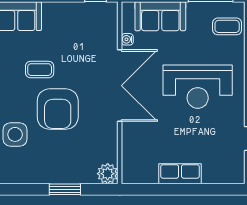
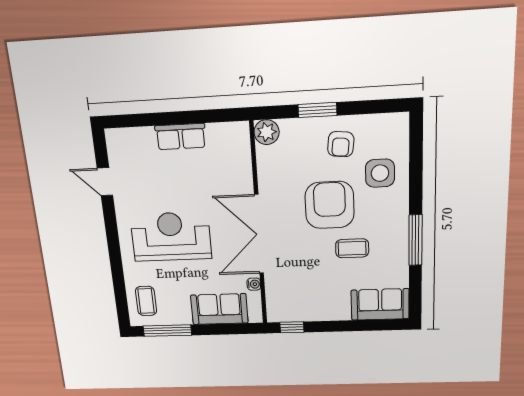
coffee table: (227, 26) -> (146, 301), turned 90
armchair: (47, 160) -> (341, 144), added

